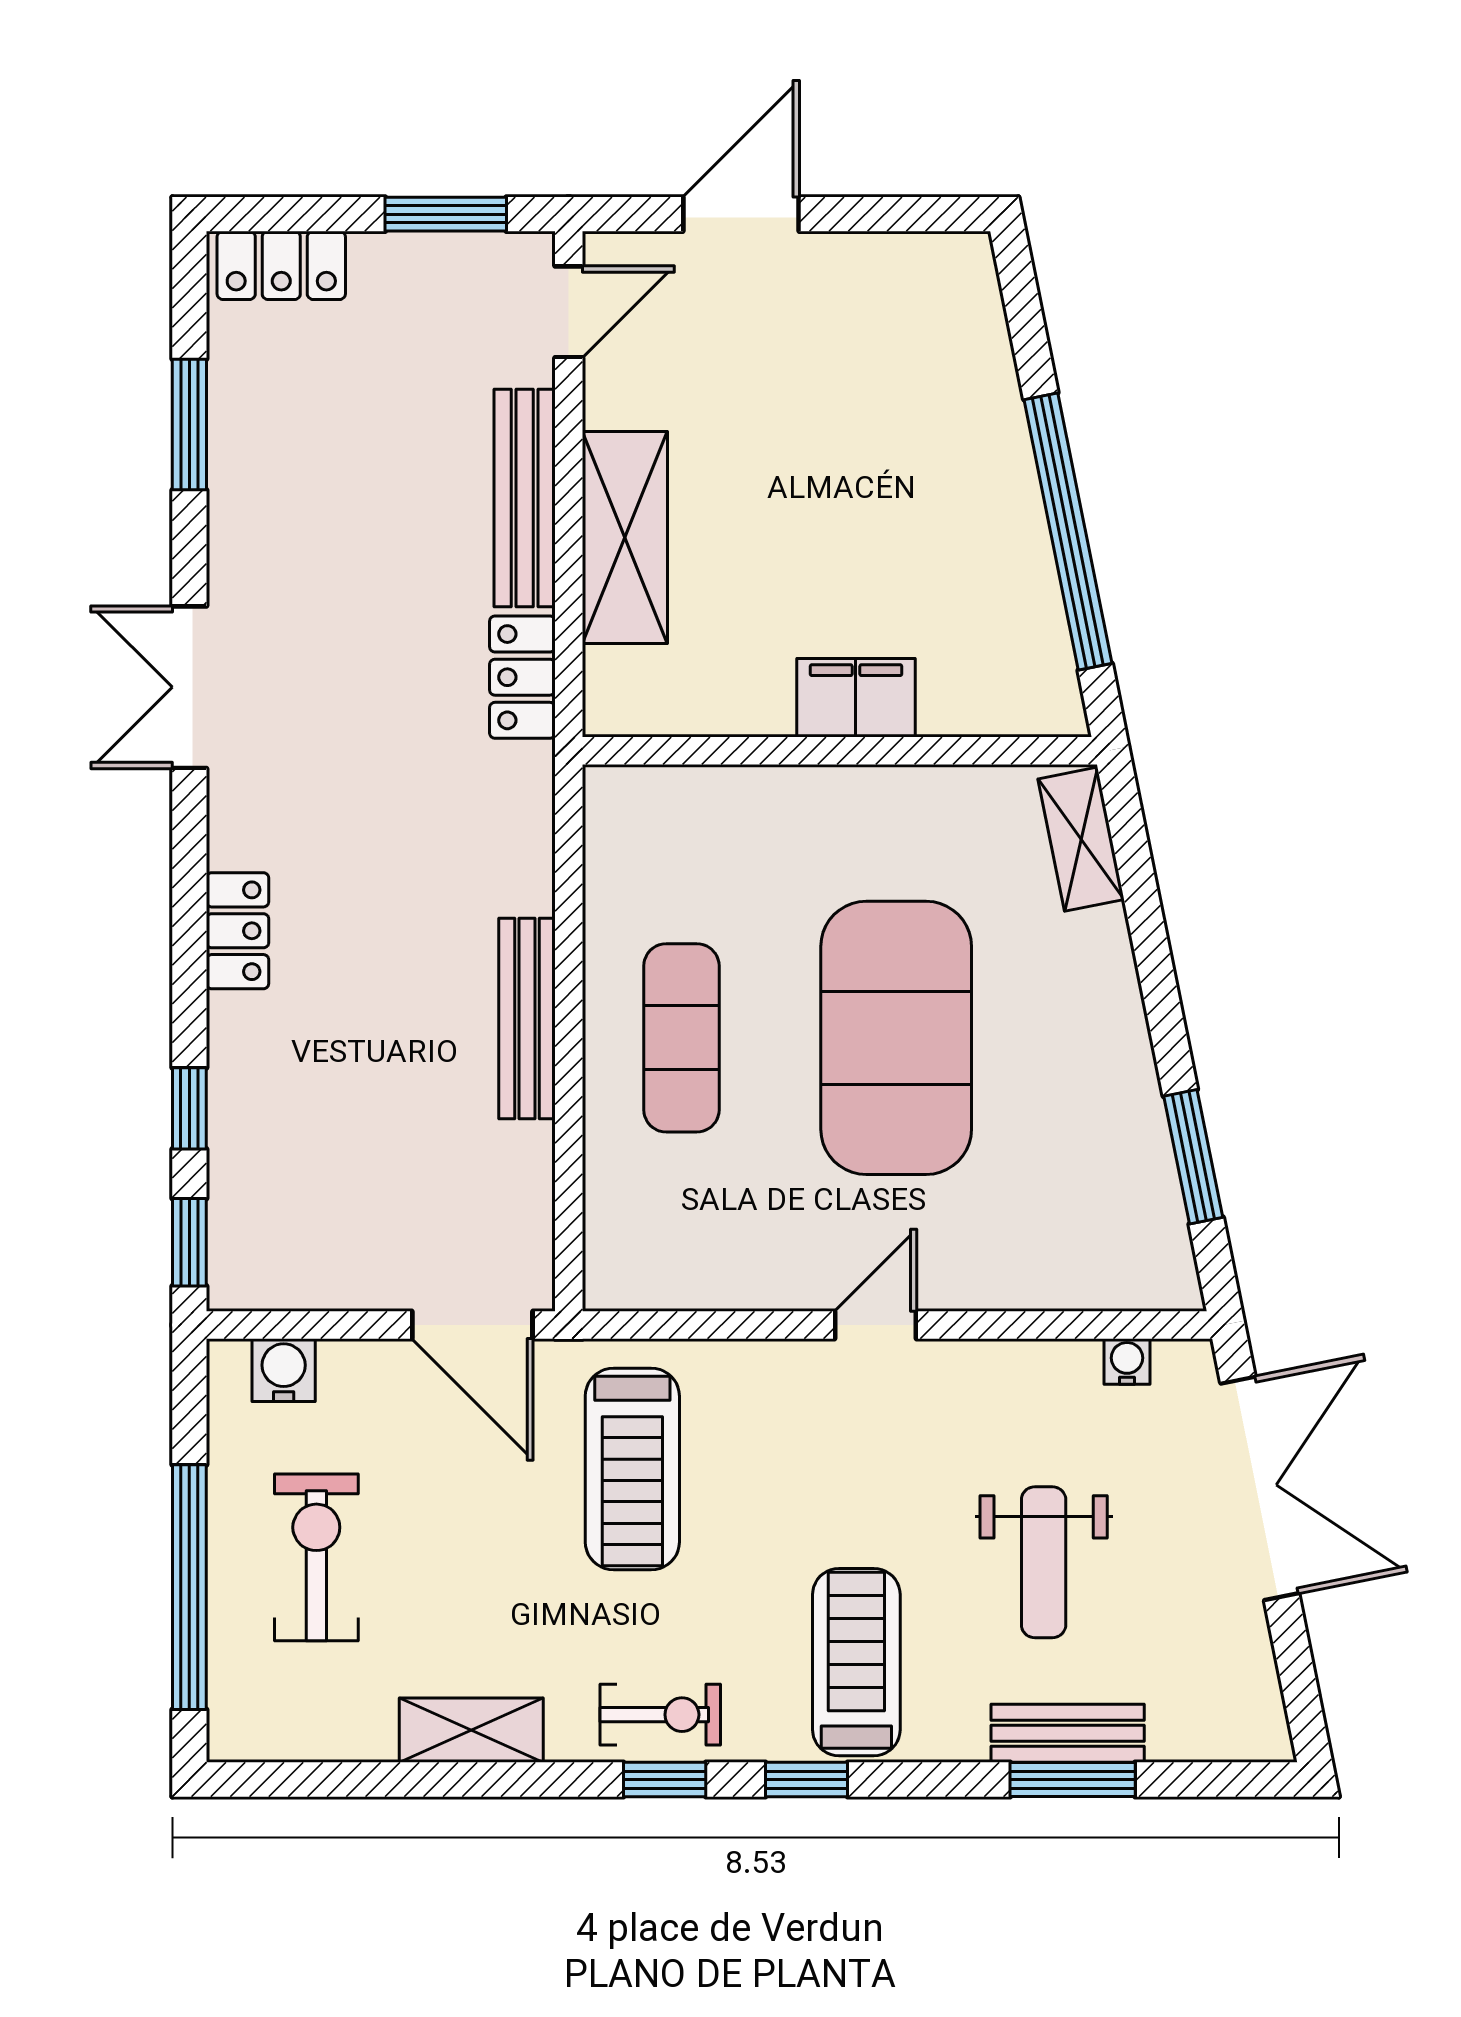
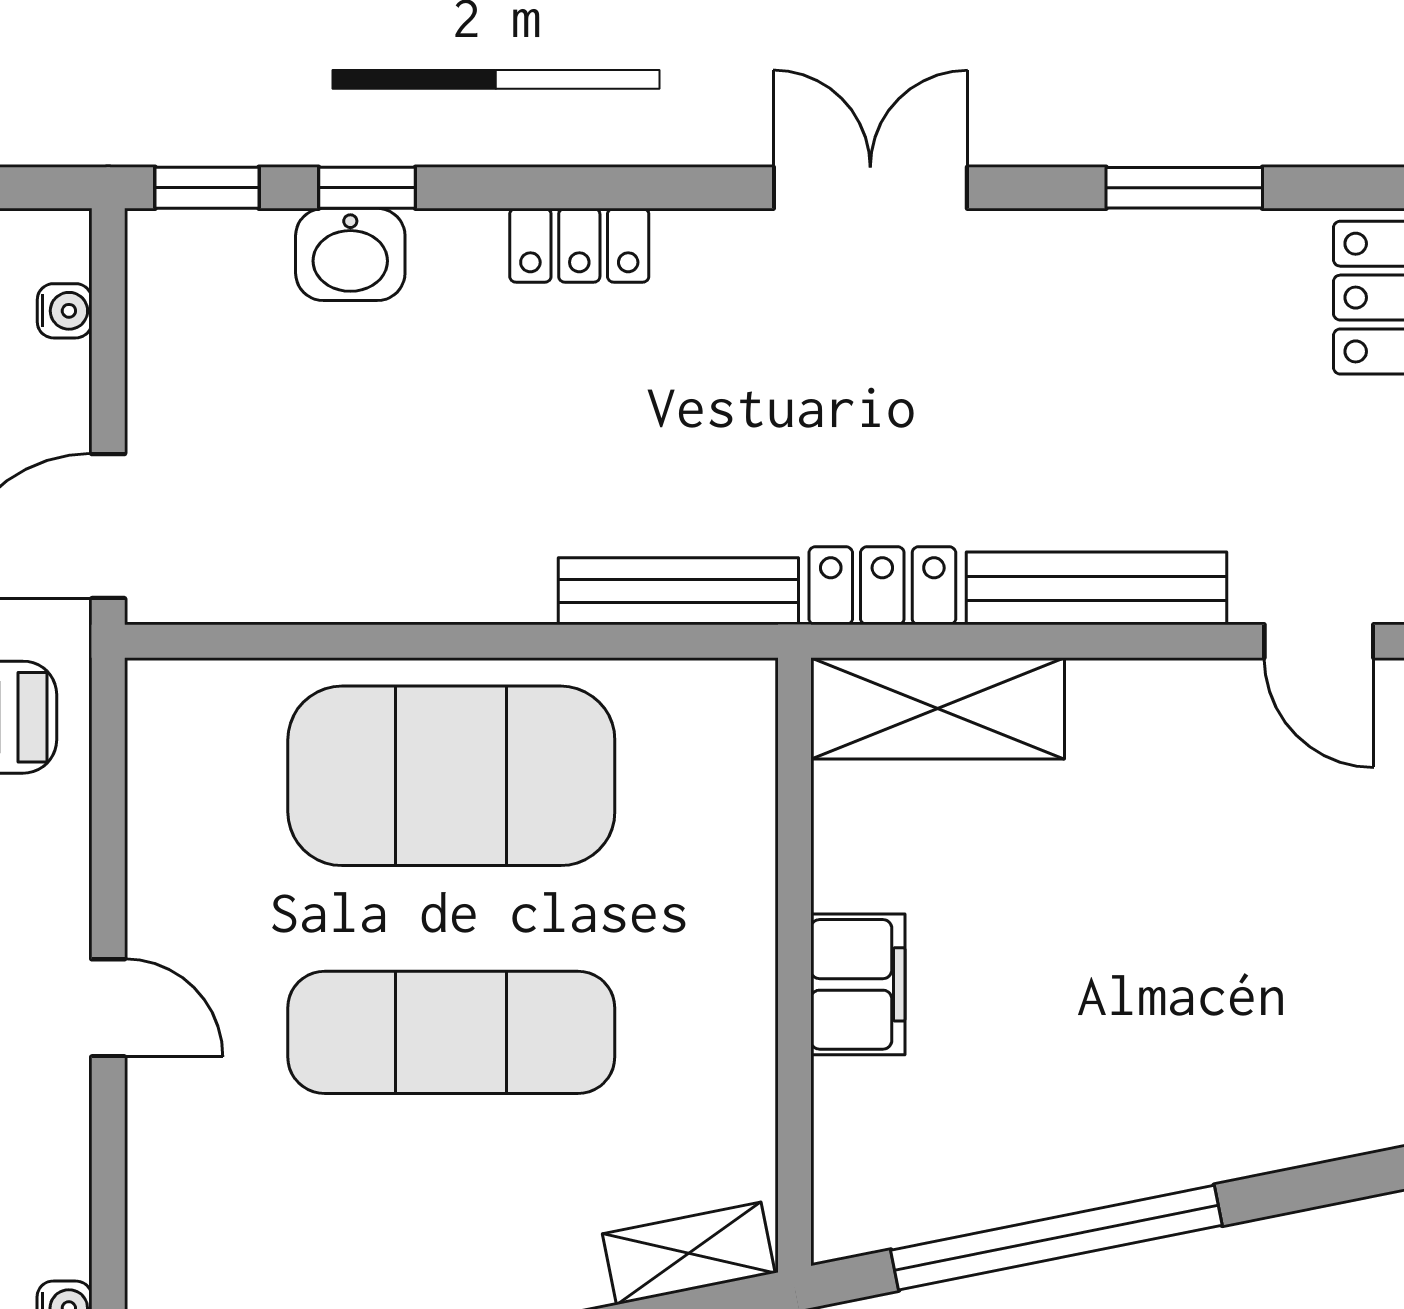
shelving: (625, 538) -> (938, 708), moved
bench: (527, 1019) -> (678, 591), moved
exercise mat: (681, 1038) -> (451, 776), width x2.00, depth x1.45
exercise mat: (896, 1038) -> (451, 1032), width x0.68
washbasin: (245, 1122) -> (350, 254), added
water cooler: (284, 1370) -> (65, 311), width x0.72, depth x0.72

